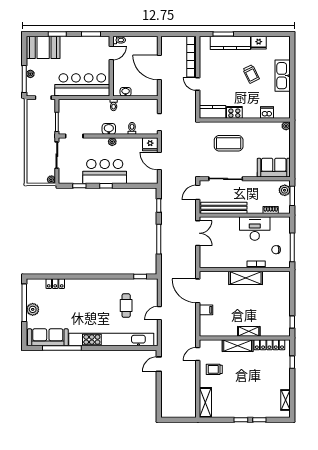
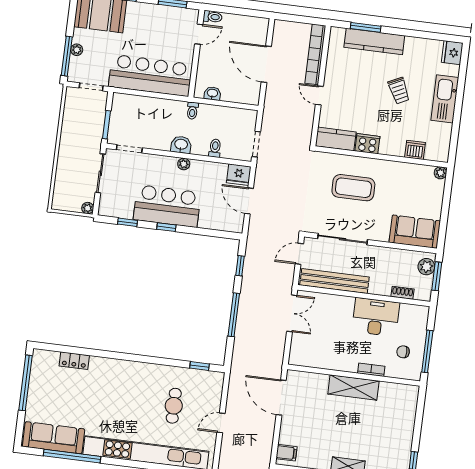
fridge: (259, 43) -> (452, 53), moved, turned 90
plant: (33, 309) -> (37, 394), removed
filing cabinet: (206, 310) -> (286, 453), moved

